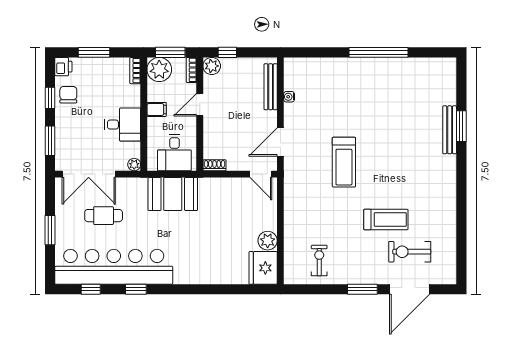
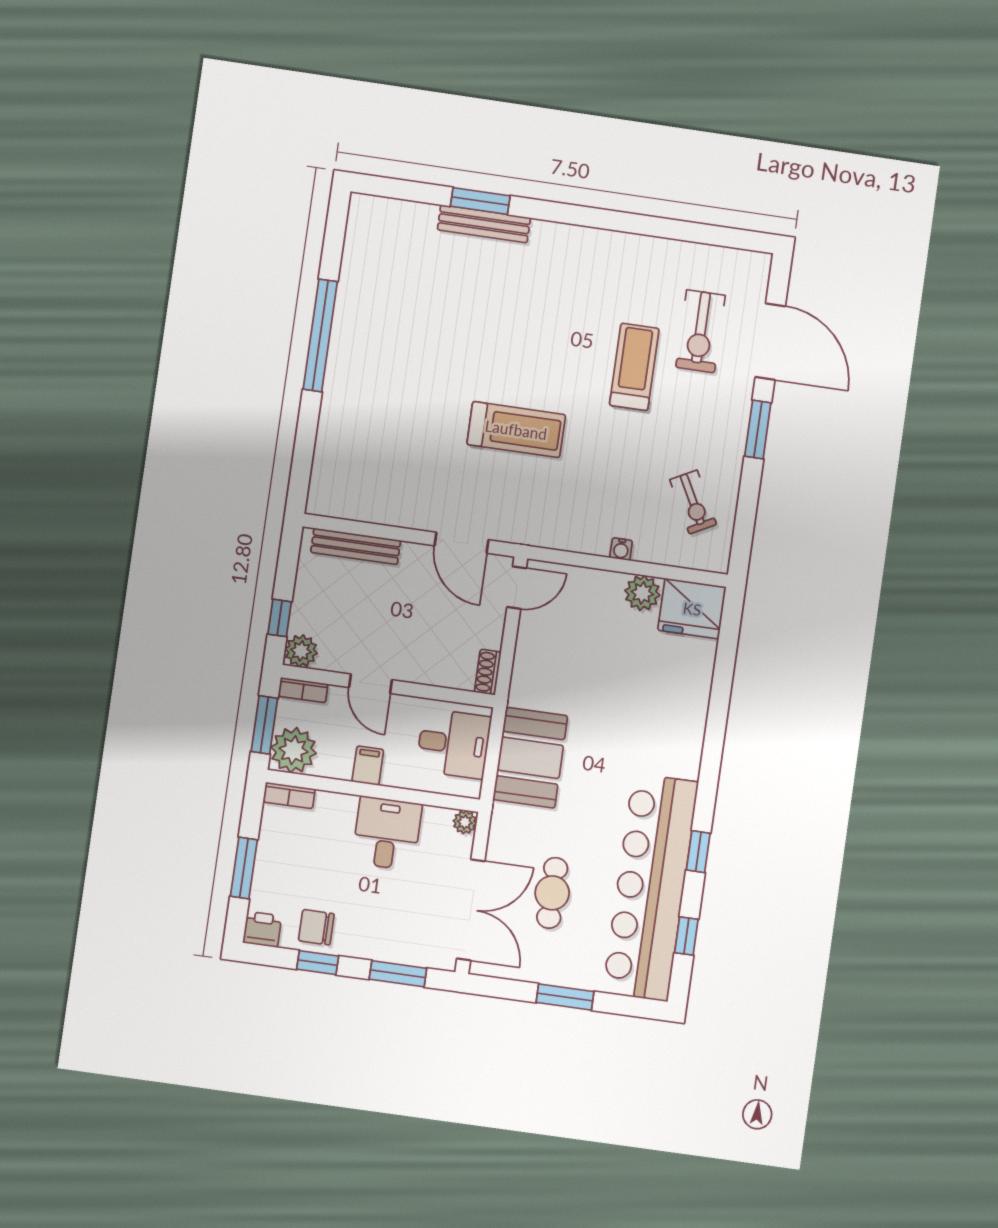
water cooler: (289, 97) -> (621, 549), moved
exercise bike: (319, 261) -> (693, 502), turned -118

